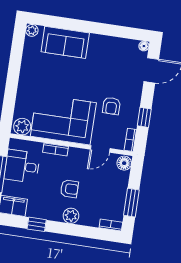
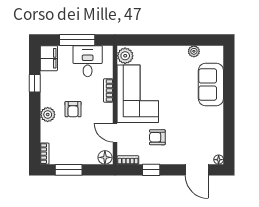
plant: (32, 30) -> (194, 51), moved

